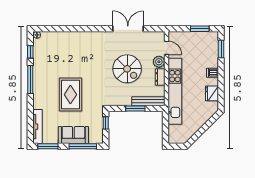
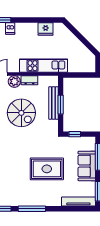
spiral stairs: (127, 69) -> (21, 113), turned 90
dishwasher: (213, 73) -> (10, 28), moved
kitchen unit: (175, 91) -> (44, 66), width x0.73
bench: (148, 101) -> (53, 103), moved

